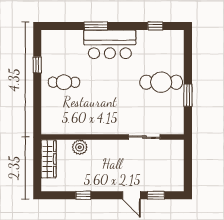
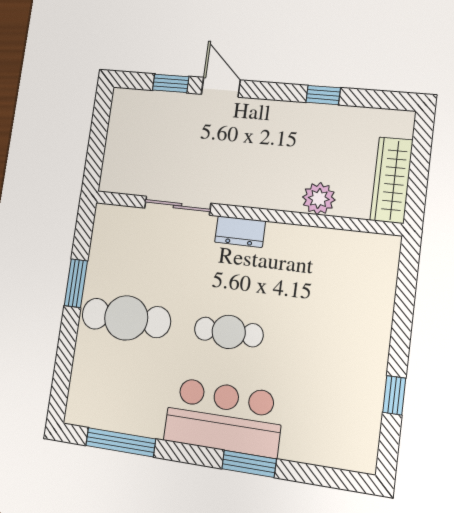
window: (155, 26) -> (121, 442), width x2.17
cafe table: (64, 82) -> (229, 332), moved
dresser: (113, 128) -> (240, 232), added

